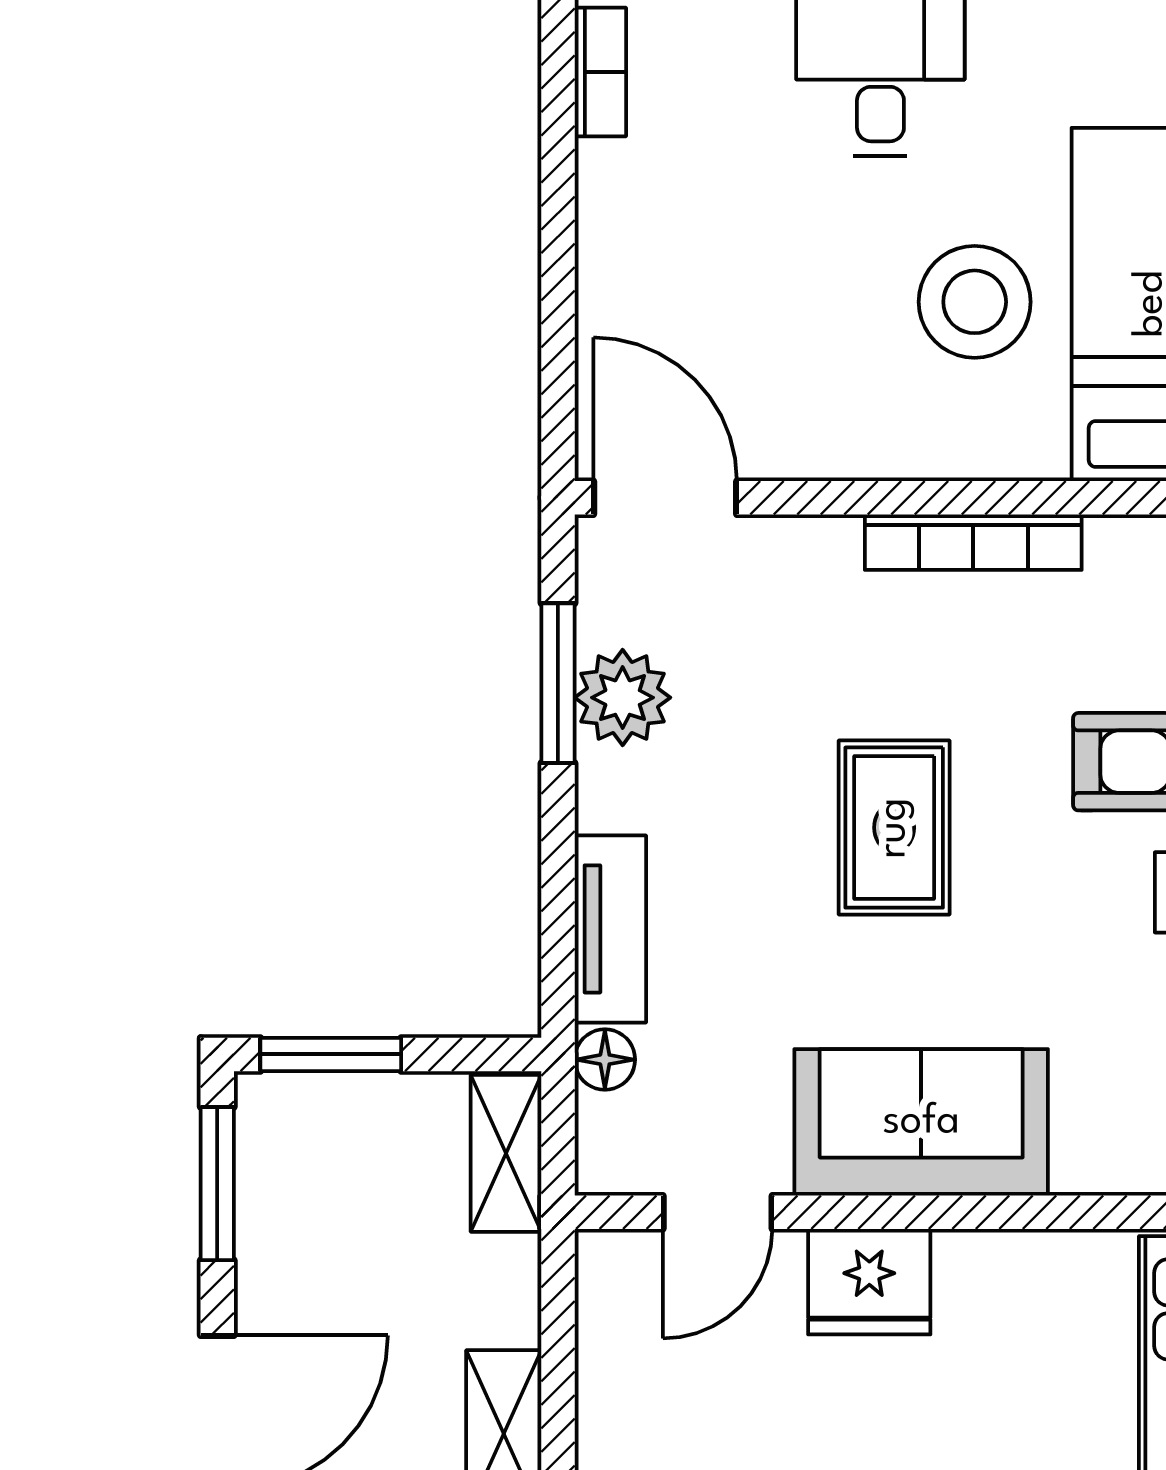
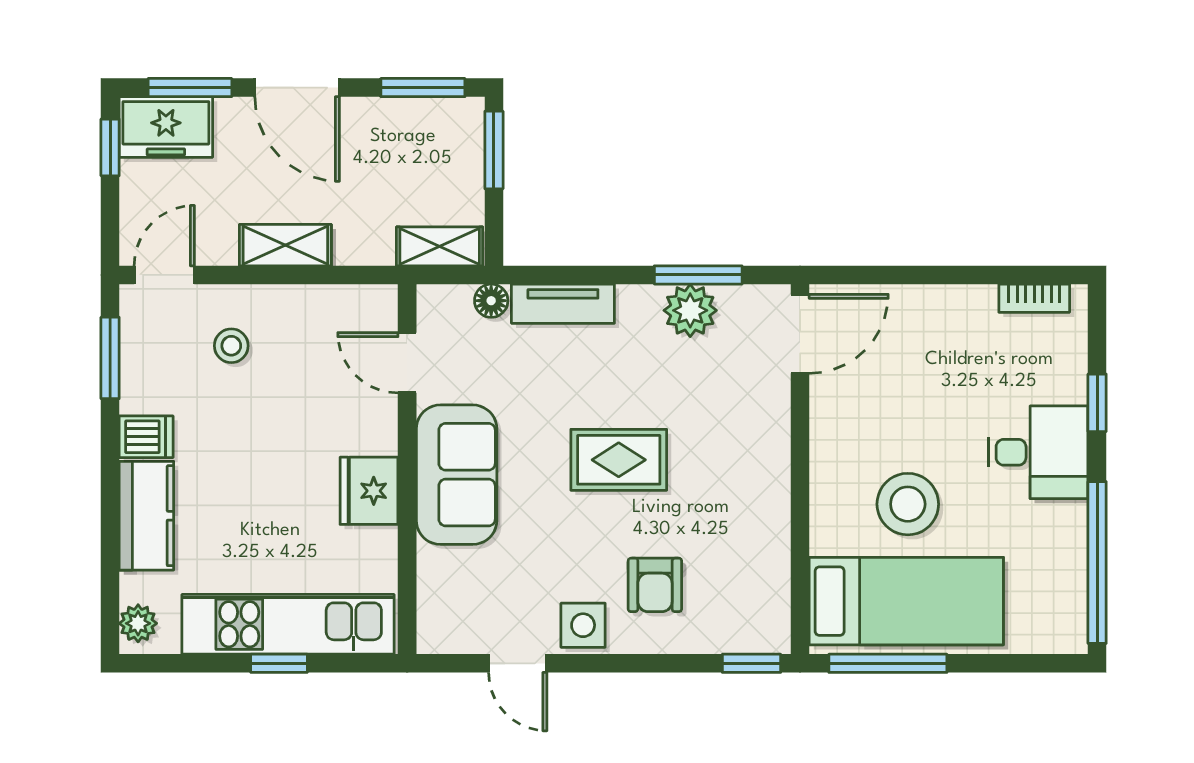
bookcase: (973, 542) -> (776, 503), removed
fridge: (869, 1282) -> (369, 491), moved

